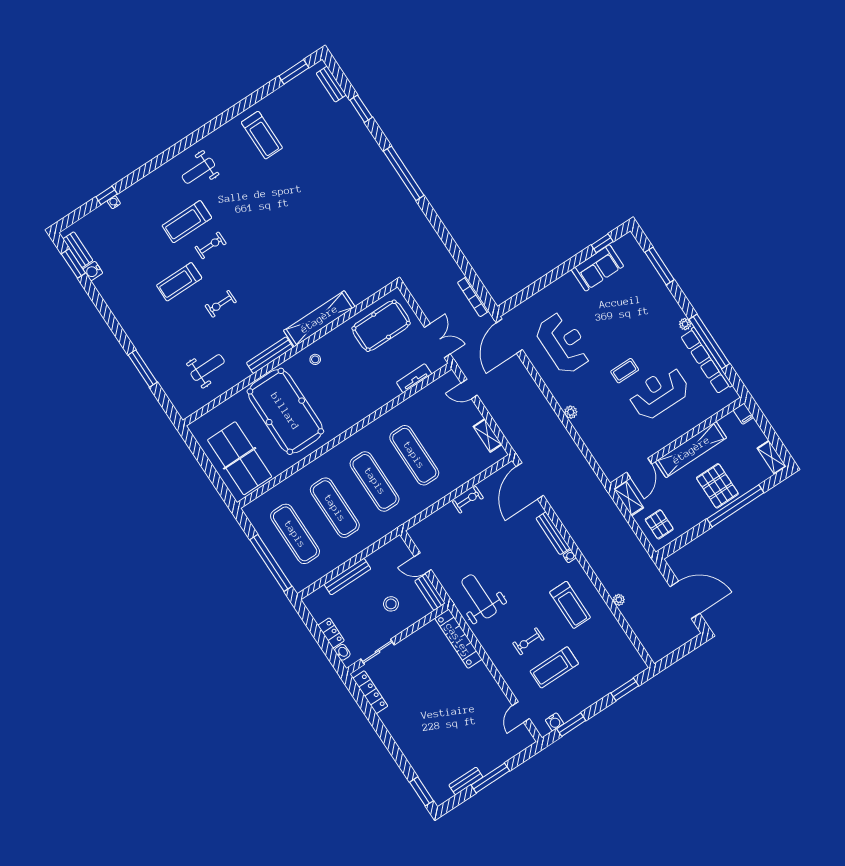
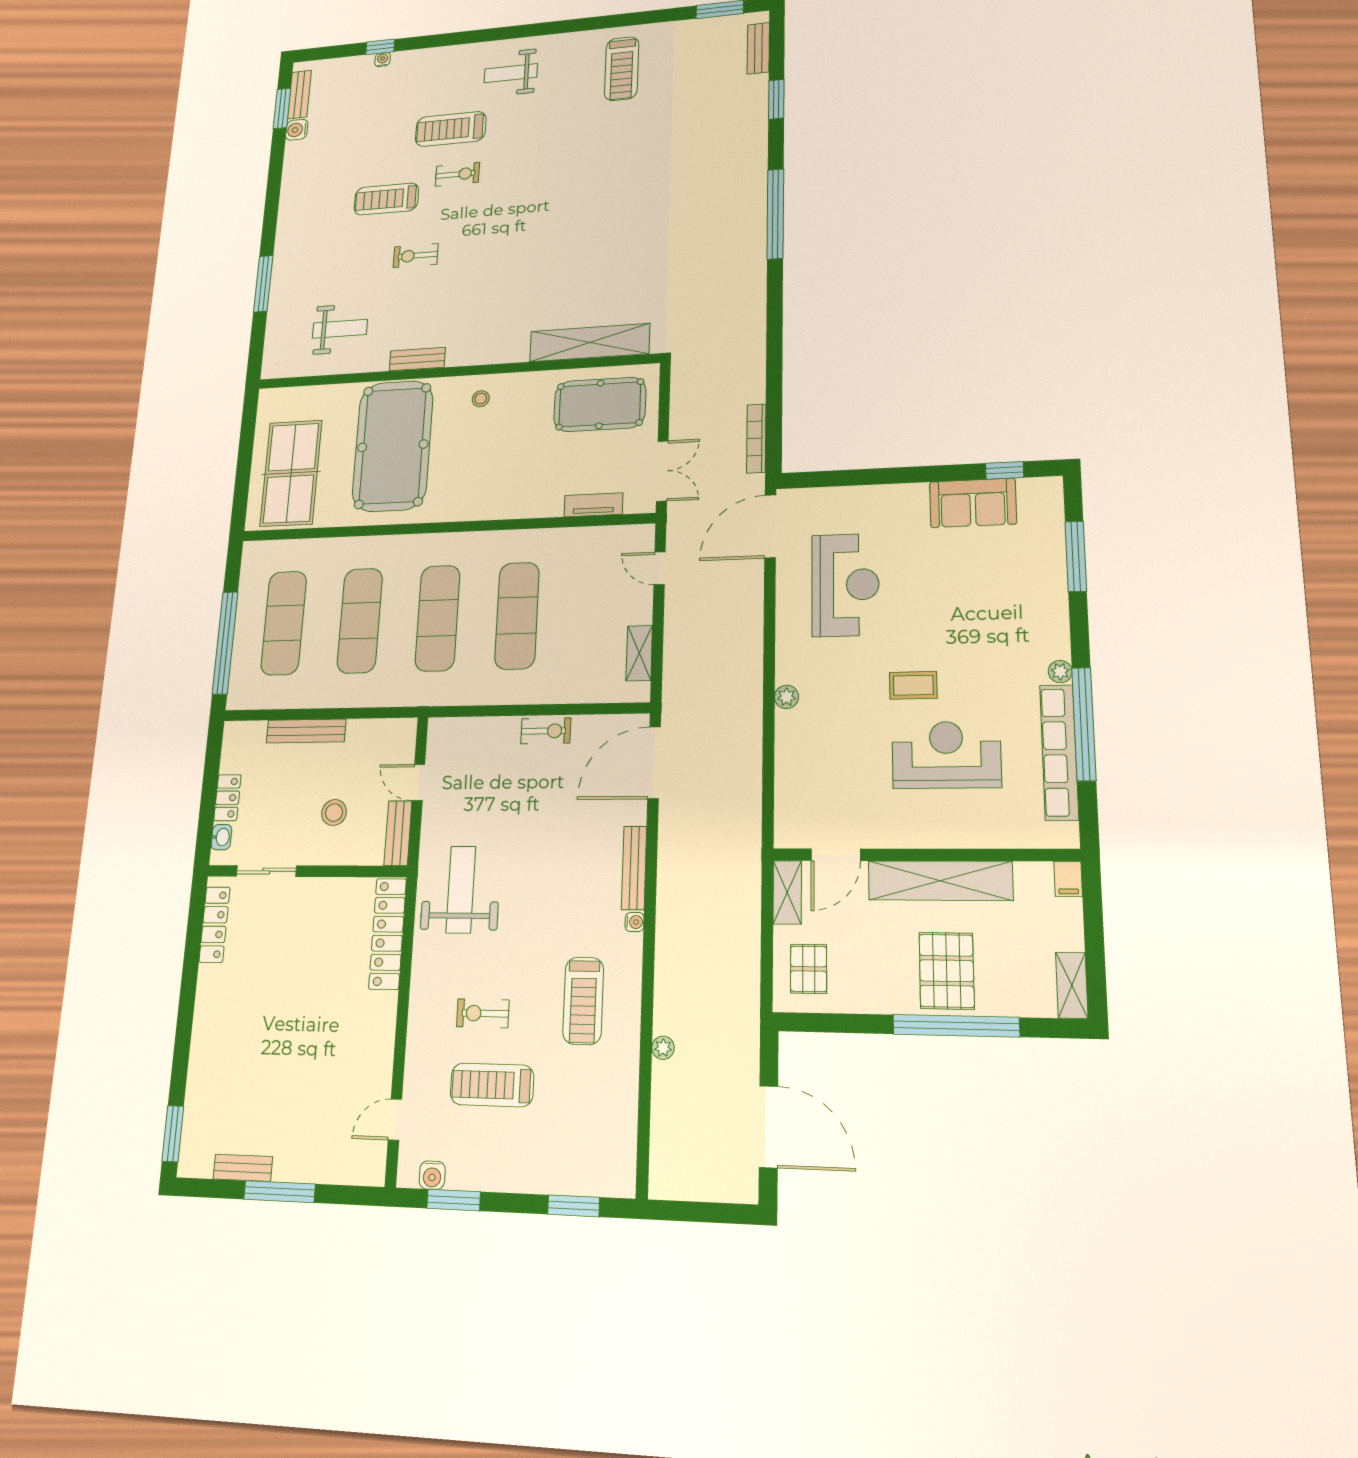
shelving: (319, 319) -> (589, 343), moved
bench: (270, 355) -> (417, 359), width x0.73

